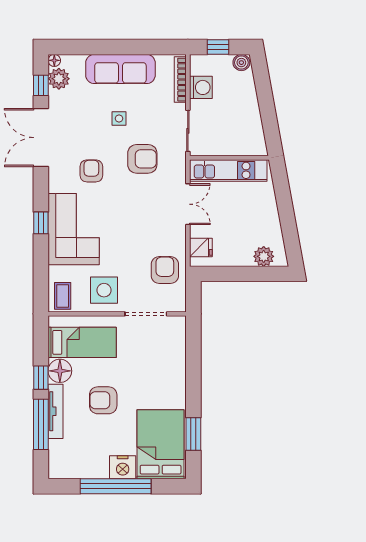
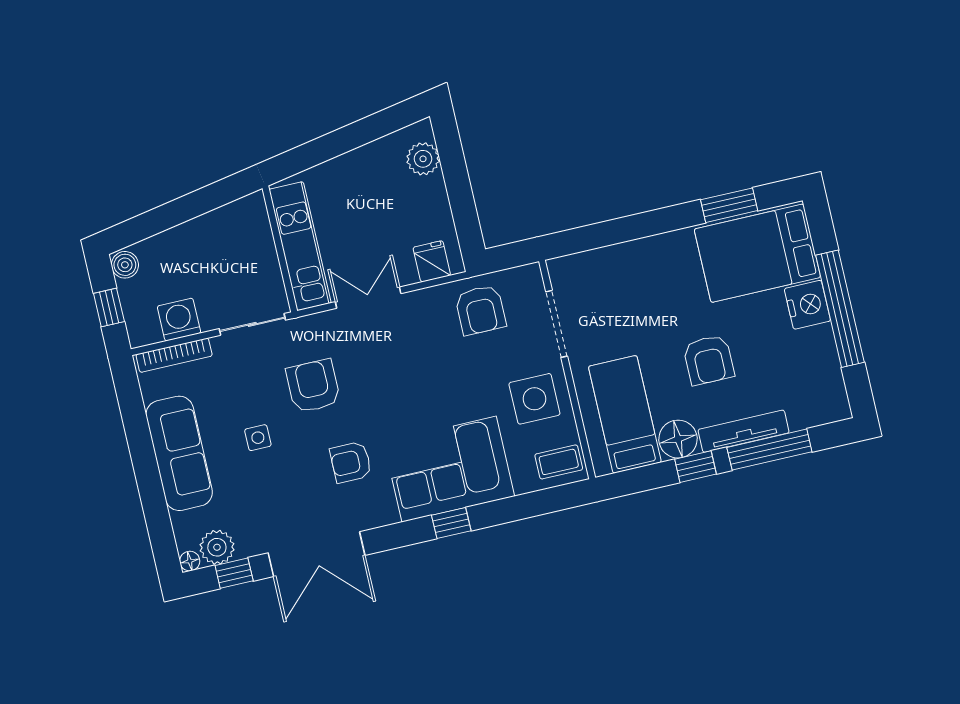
armchair: (165, 270) -> (480, 310), turned -90

